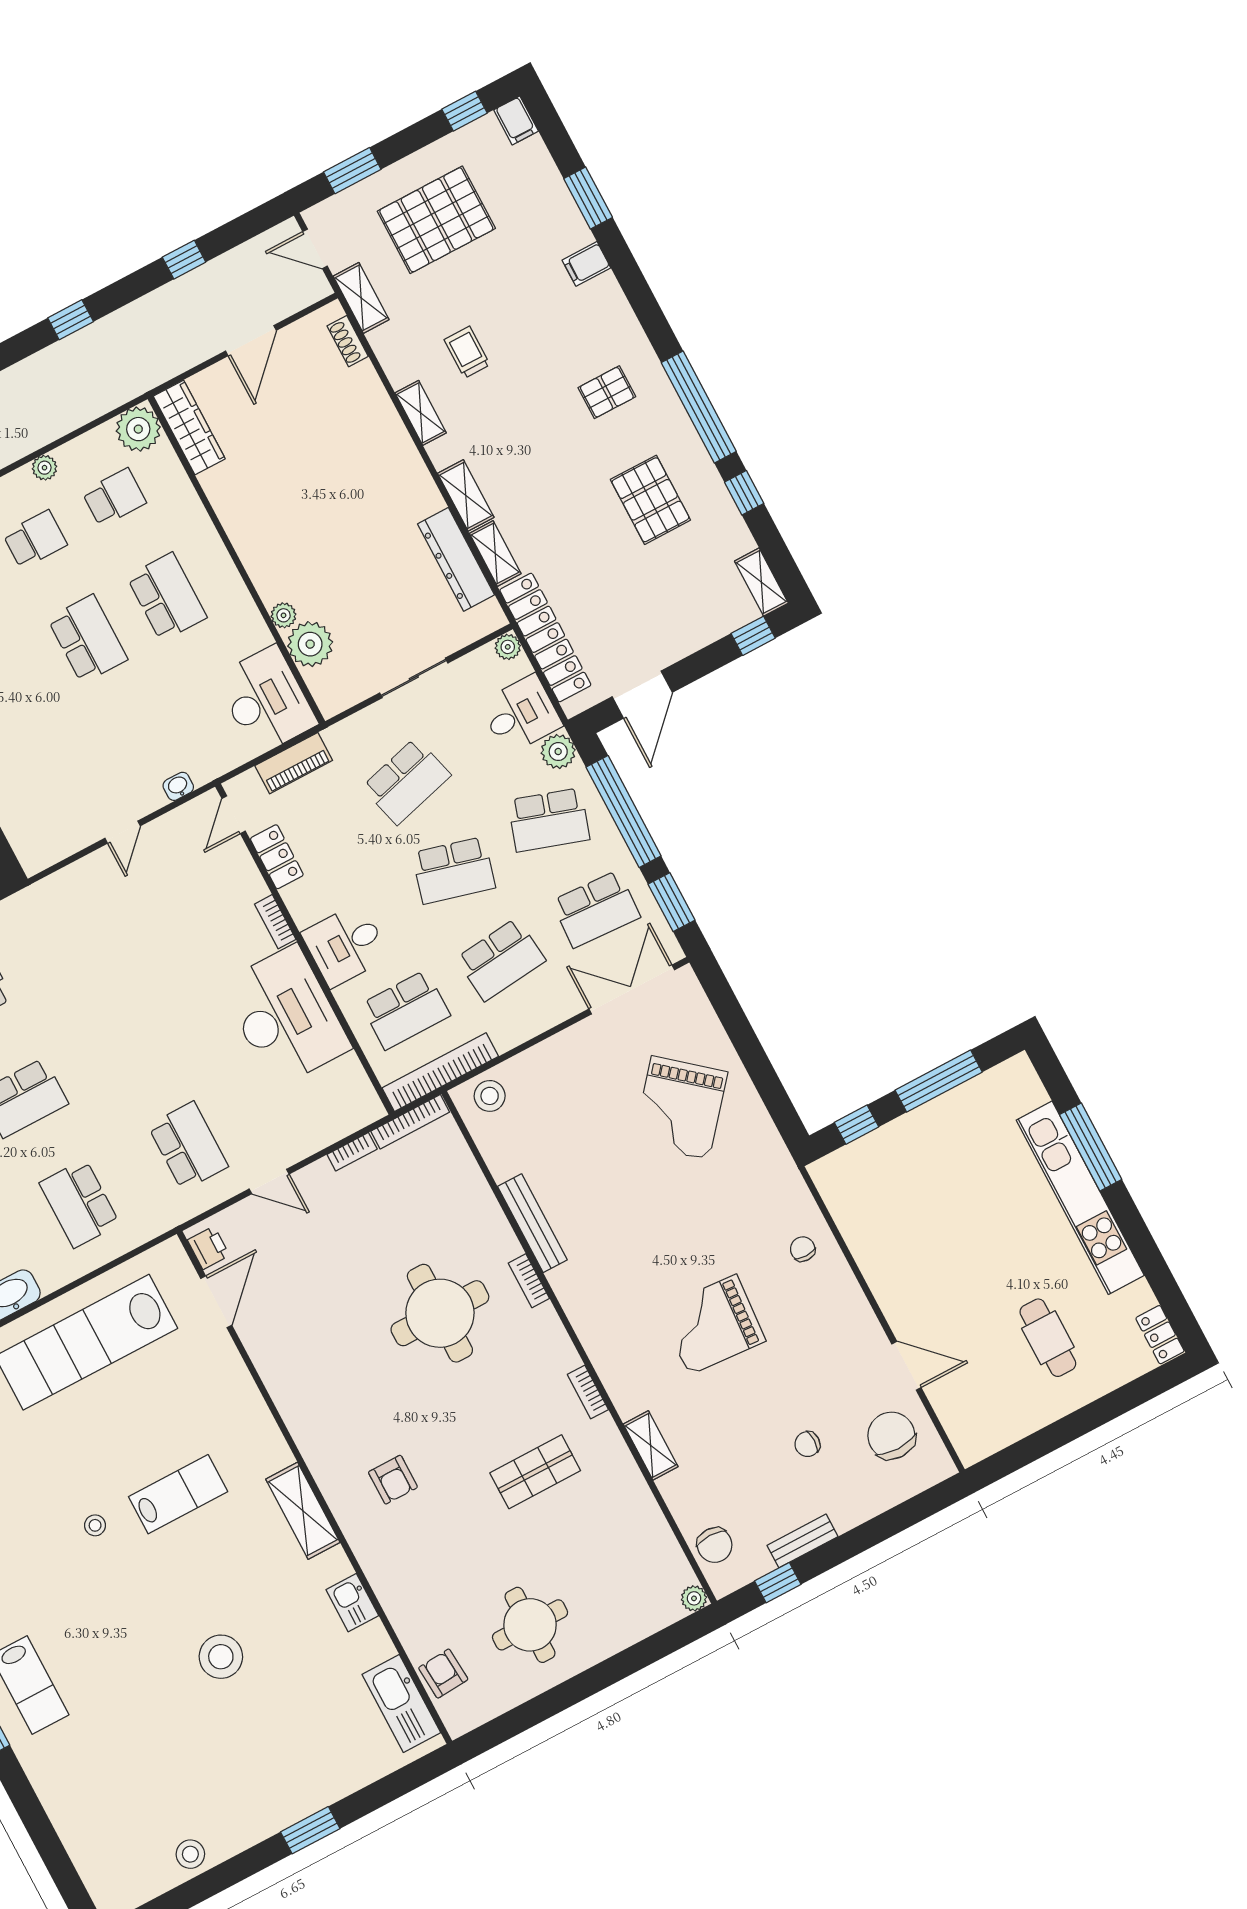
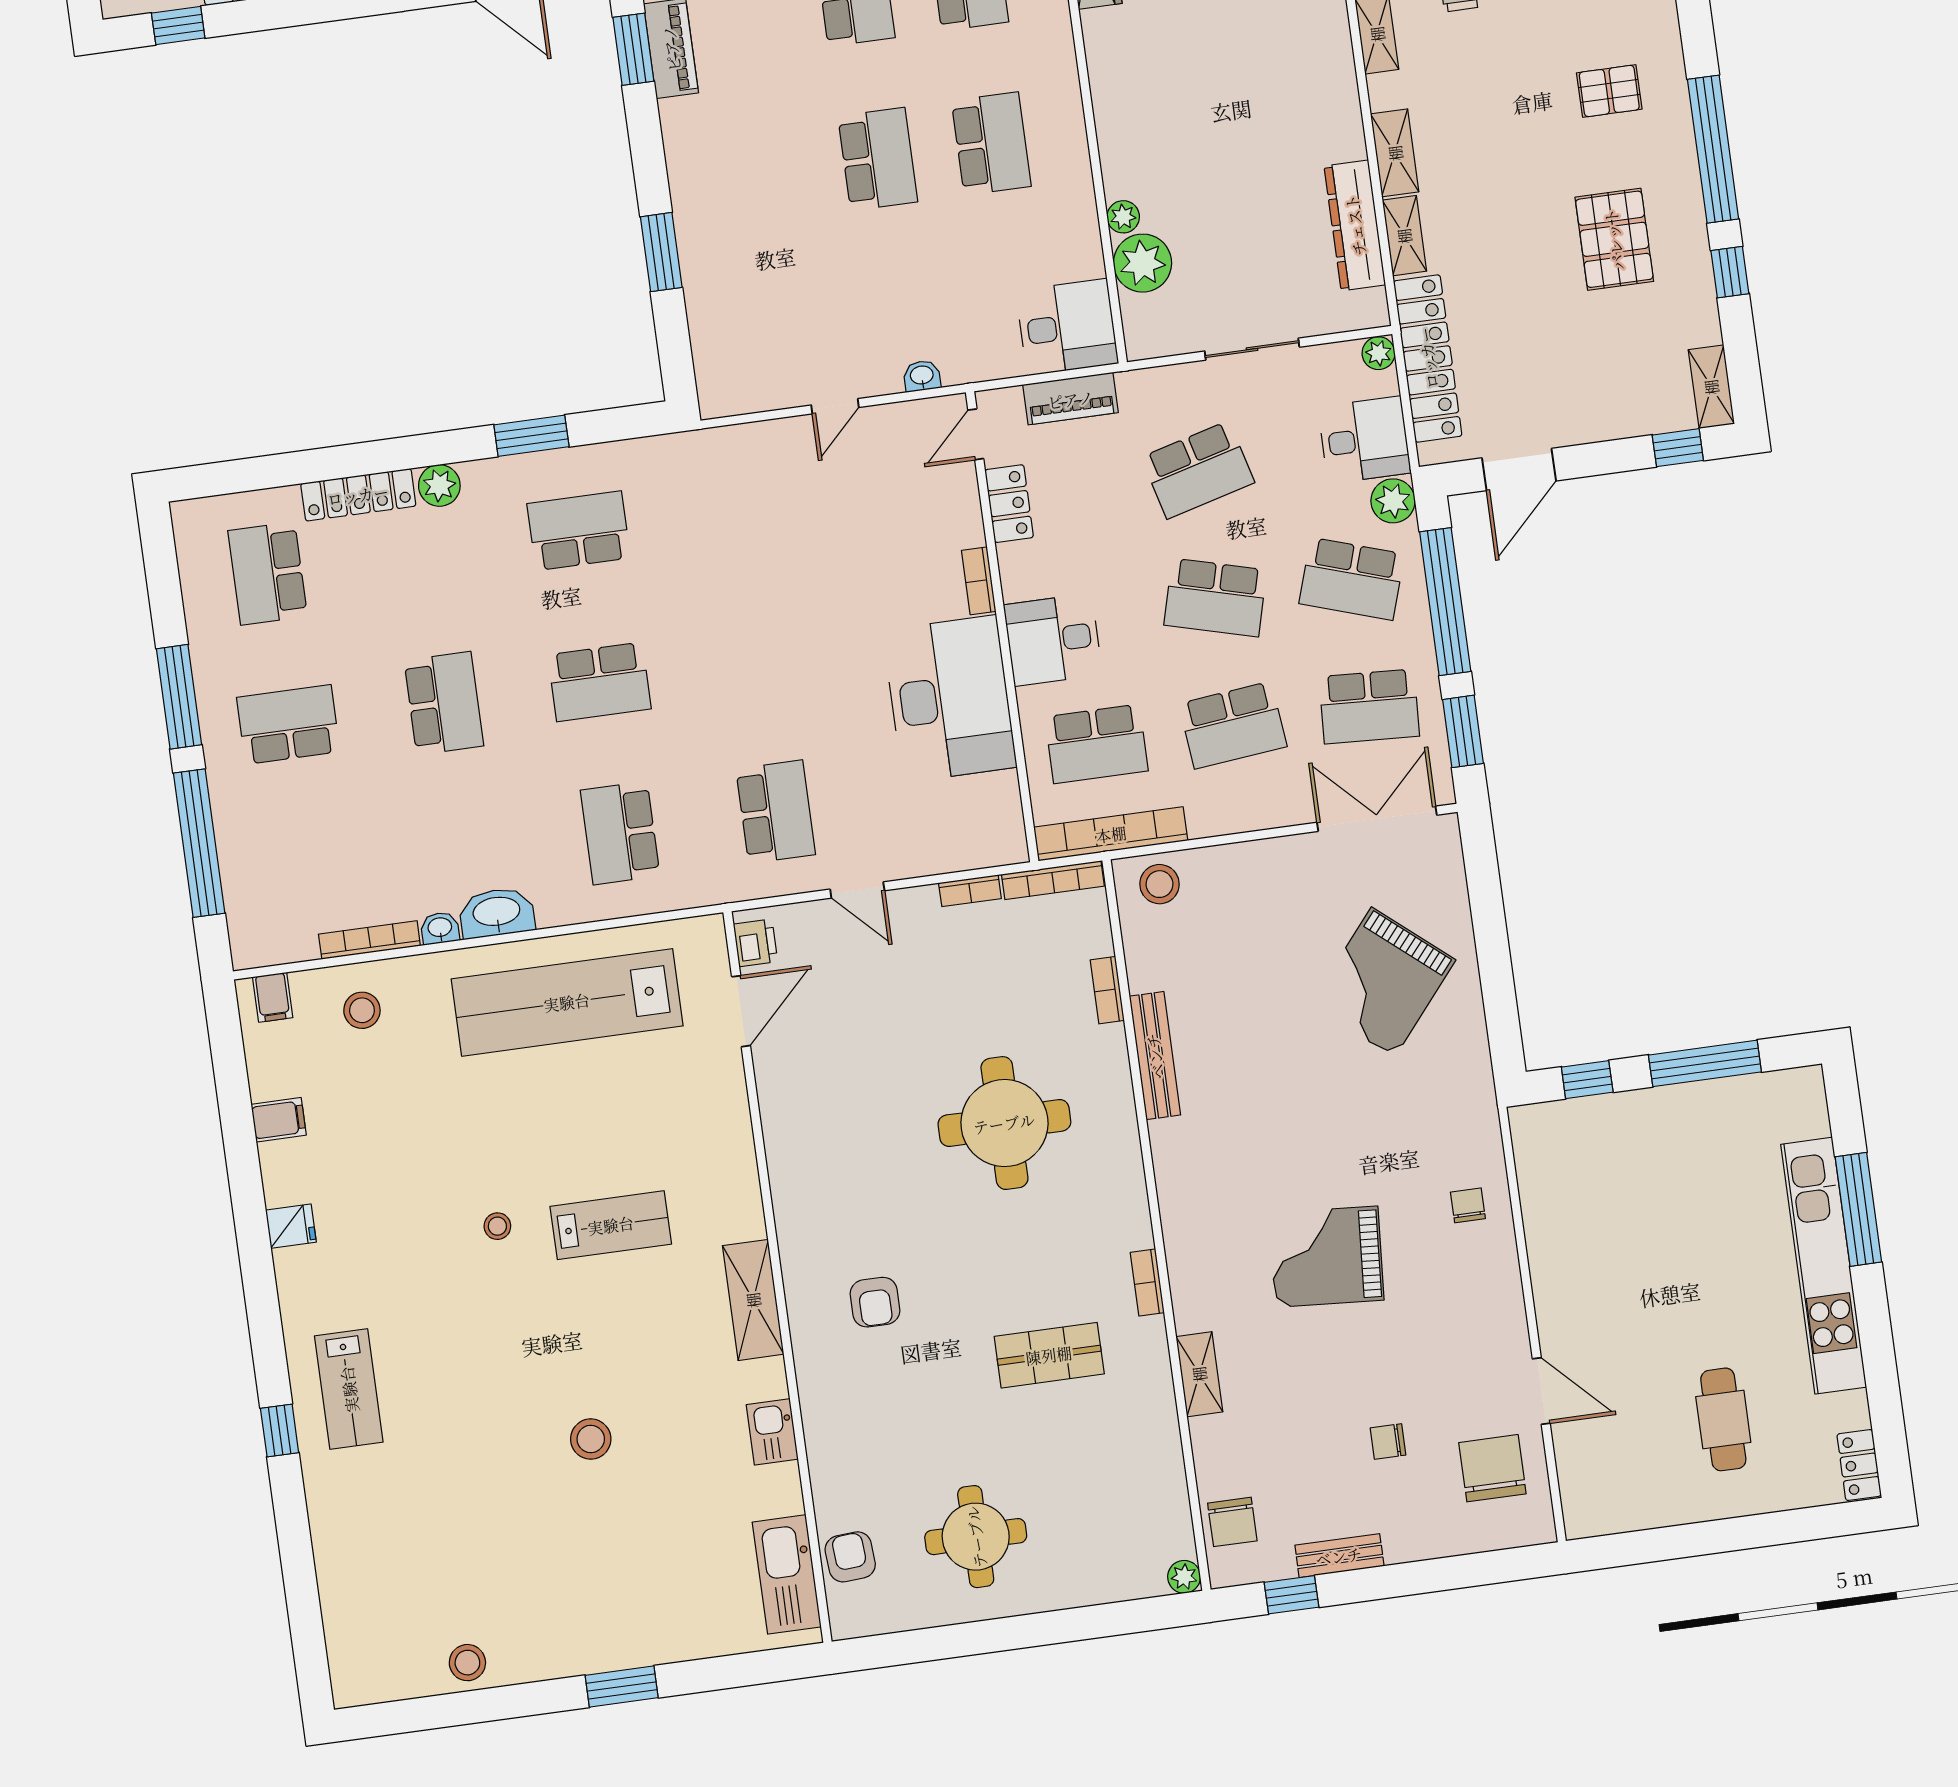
desk: (266, 700) -> (1067, 327), width x0.73
bookcase: (529, 1281) -> (1107, 990), moved
stool: (221, 1657) -> (591, 1439), width x0.73, depth x0.73

